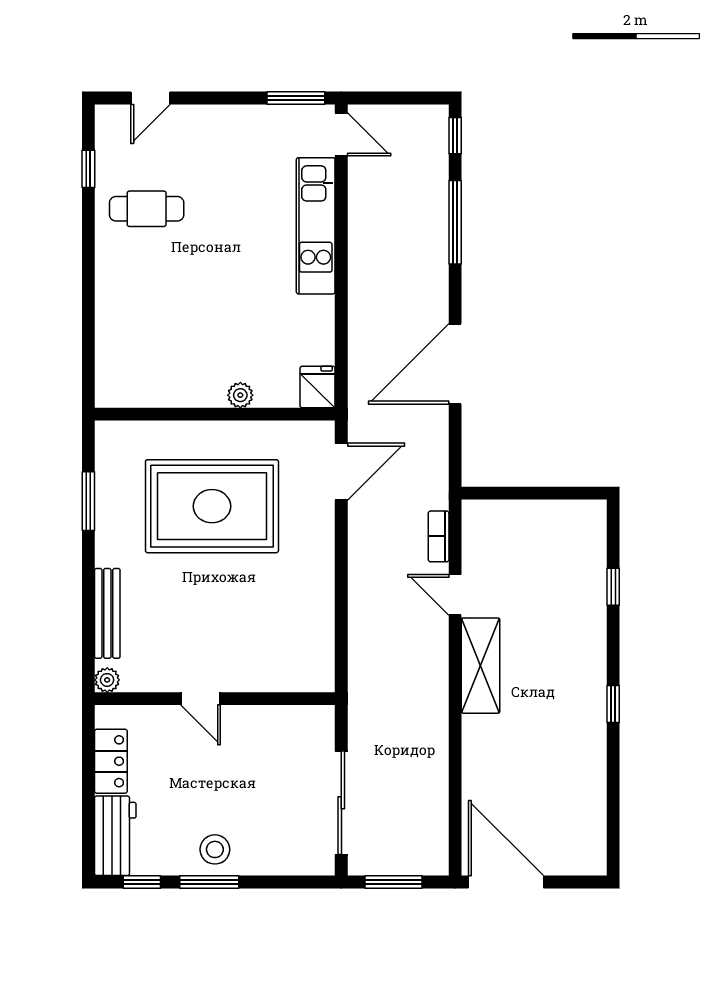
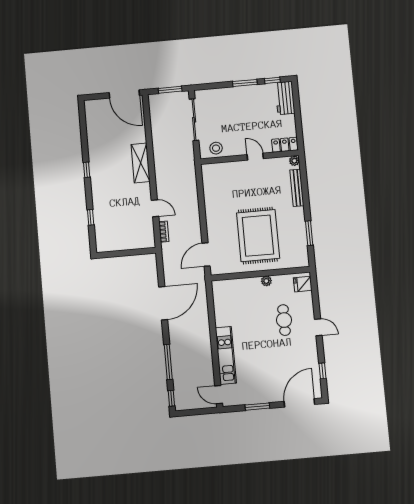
door: (150, 98) -> (299, 403), width x1.88
window: (296, 98) -> (257, 407), moved
cafe table: (147, 209) -> (284, 320), moved, turned 90
door: (88, 273) -> (318, 327), added
fridge: (318, 387) -> (303, 284), moved, turned 90
plant: (240, 395) -> (266, 281), moved
rug: (212, 506) -> (258, 236), turned 90
shelving: (481, 666) -> (141, 163), moved
locker: (111, 761) -> (285, 145), moved, turned 90
stool: (215, 849) -> (216, 148), moved

